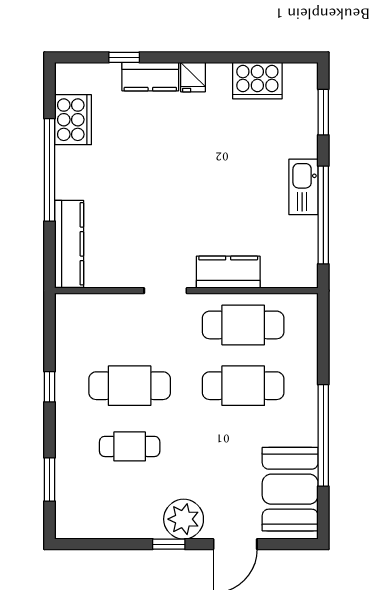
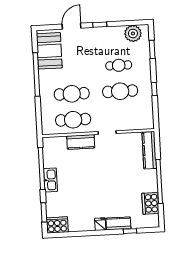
cooker: (257, 81) -> (57, 225), moved
plant: (184, 519) -> (133, 33), moved

